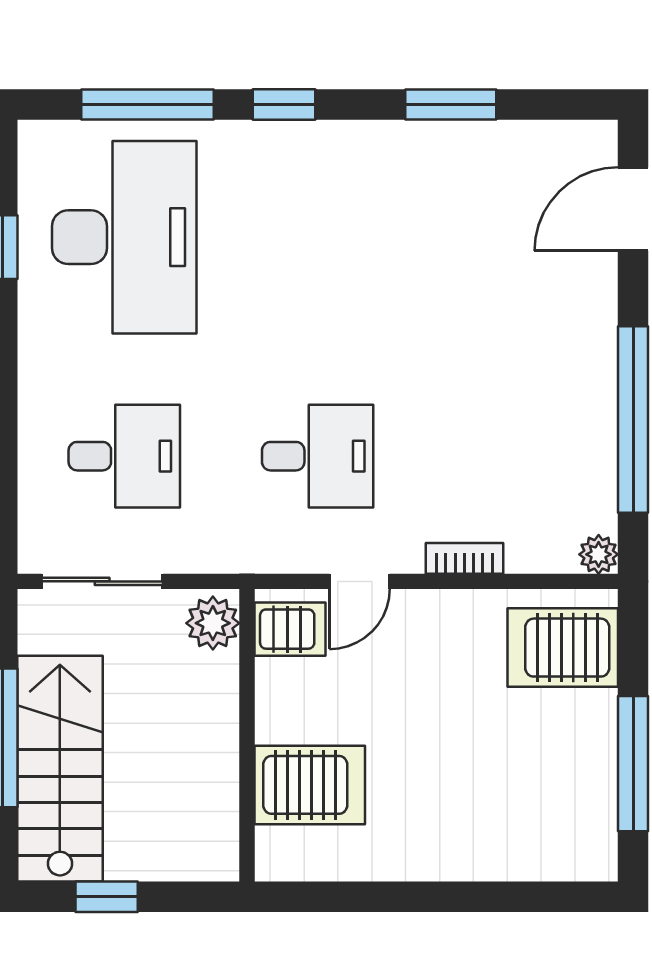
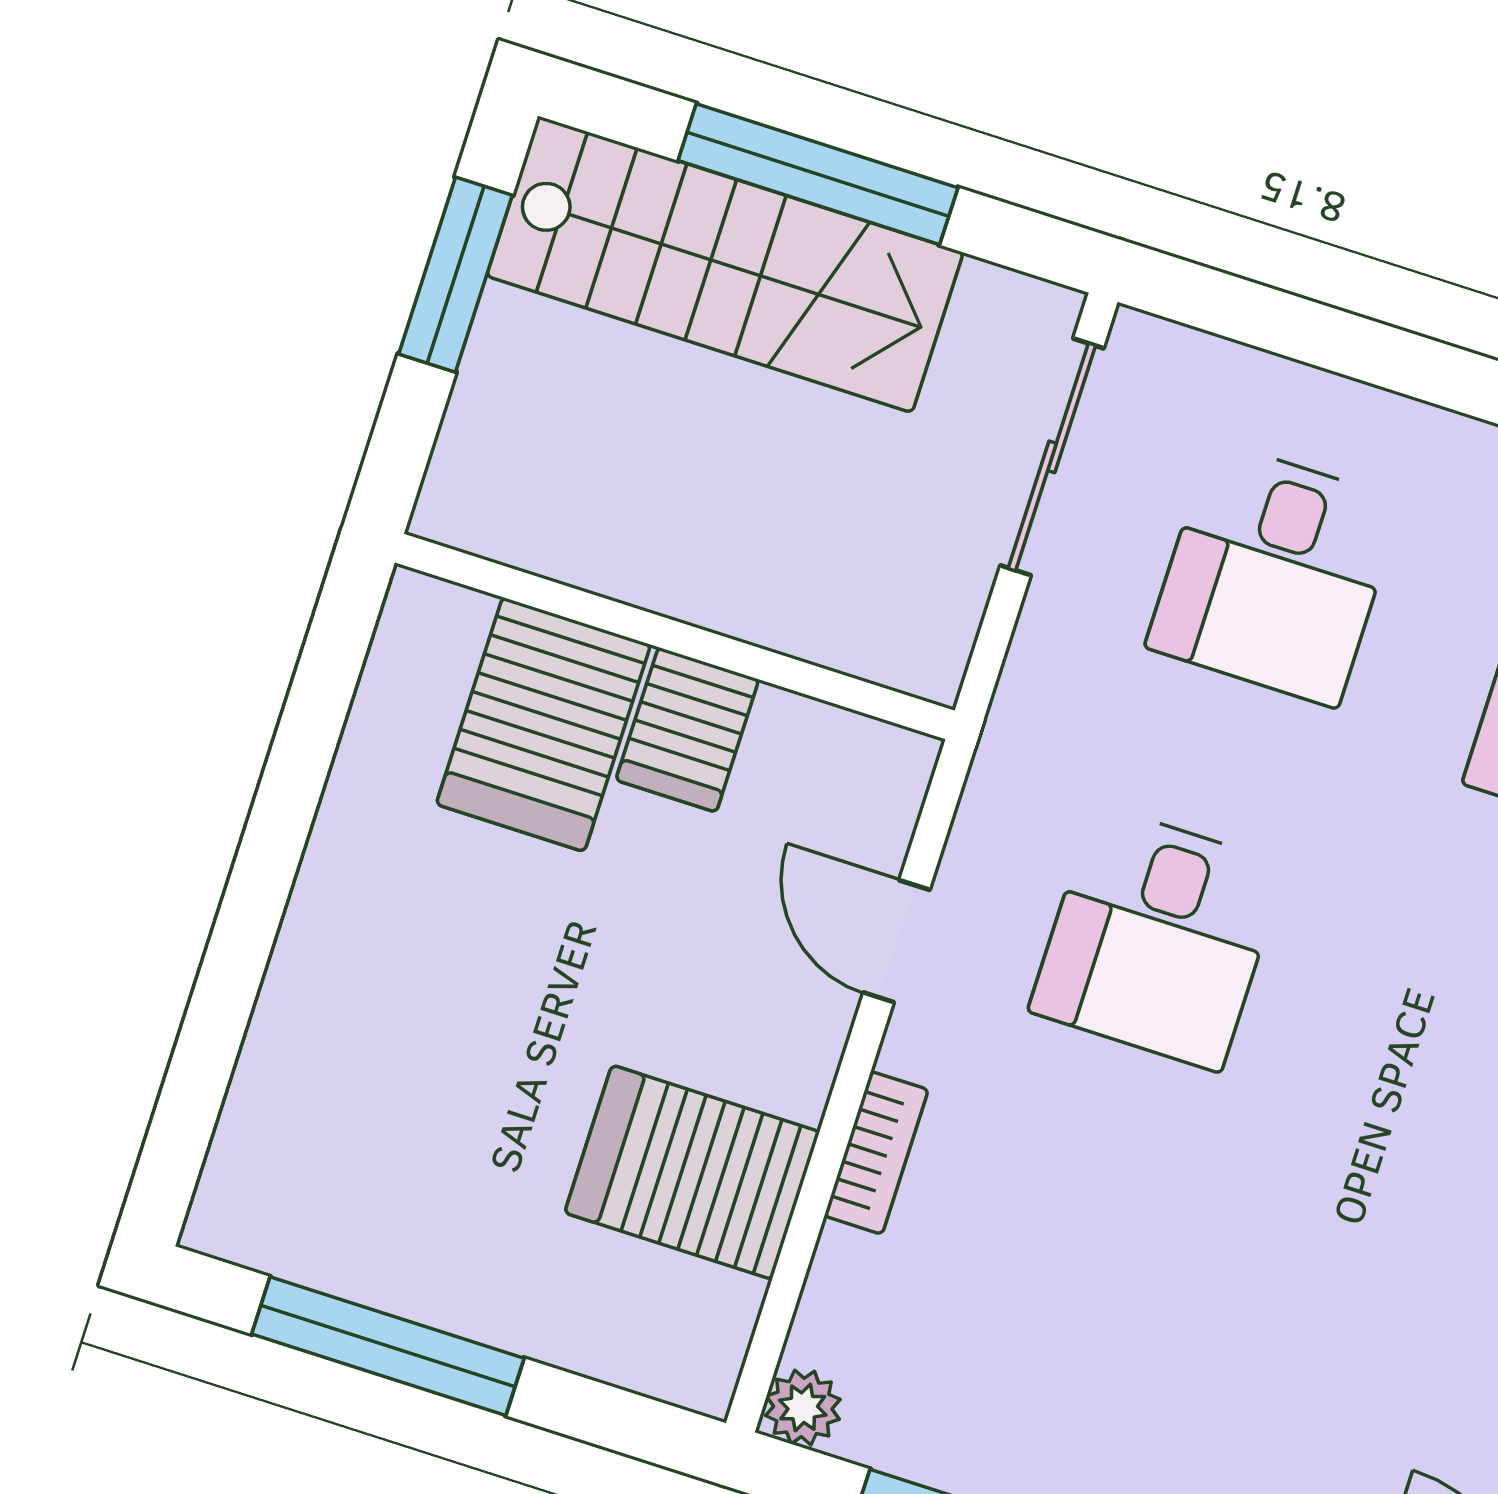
plant: (213, 623) -> (907, 640), removed
server rack: (290, 629) -> (687, 730), moved
server rack: (563, 648) -> (692, 1172), moved, turned -90
window: (107, 897) -> (455, 275), width x1.50

